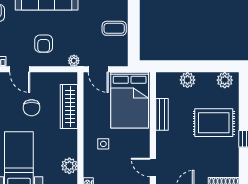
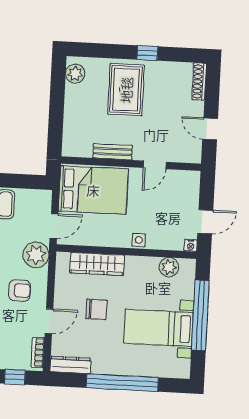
plant: (74, 61) -> (36, 255), width x1.88, depth x1.88
plant: (187, 80) -> (73, 119), removed
side table: (103, 144) -> (139, 240), moved
door: (153, 167) -> (155, 165), moved

